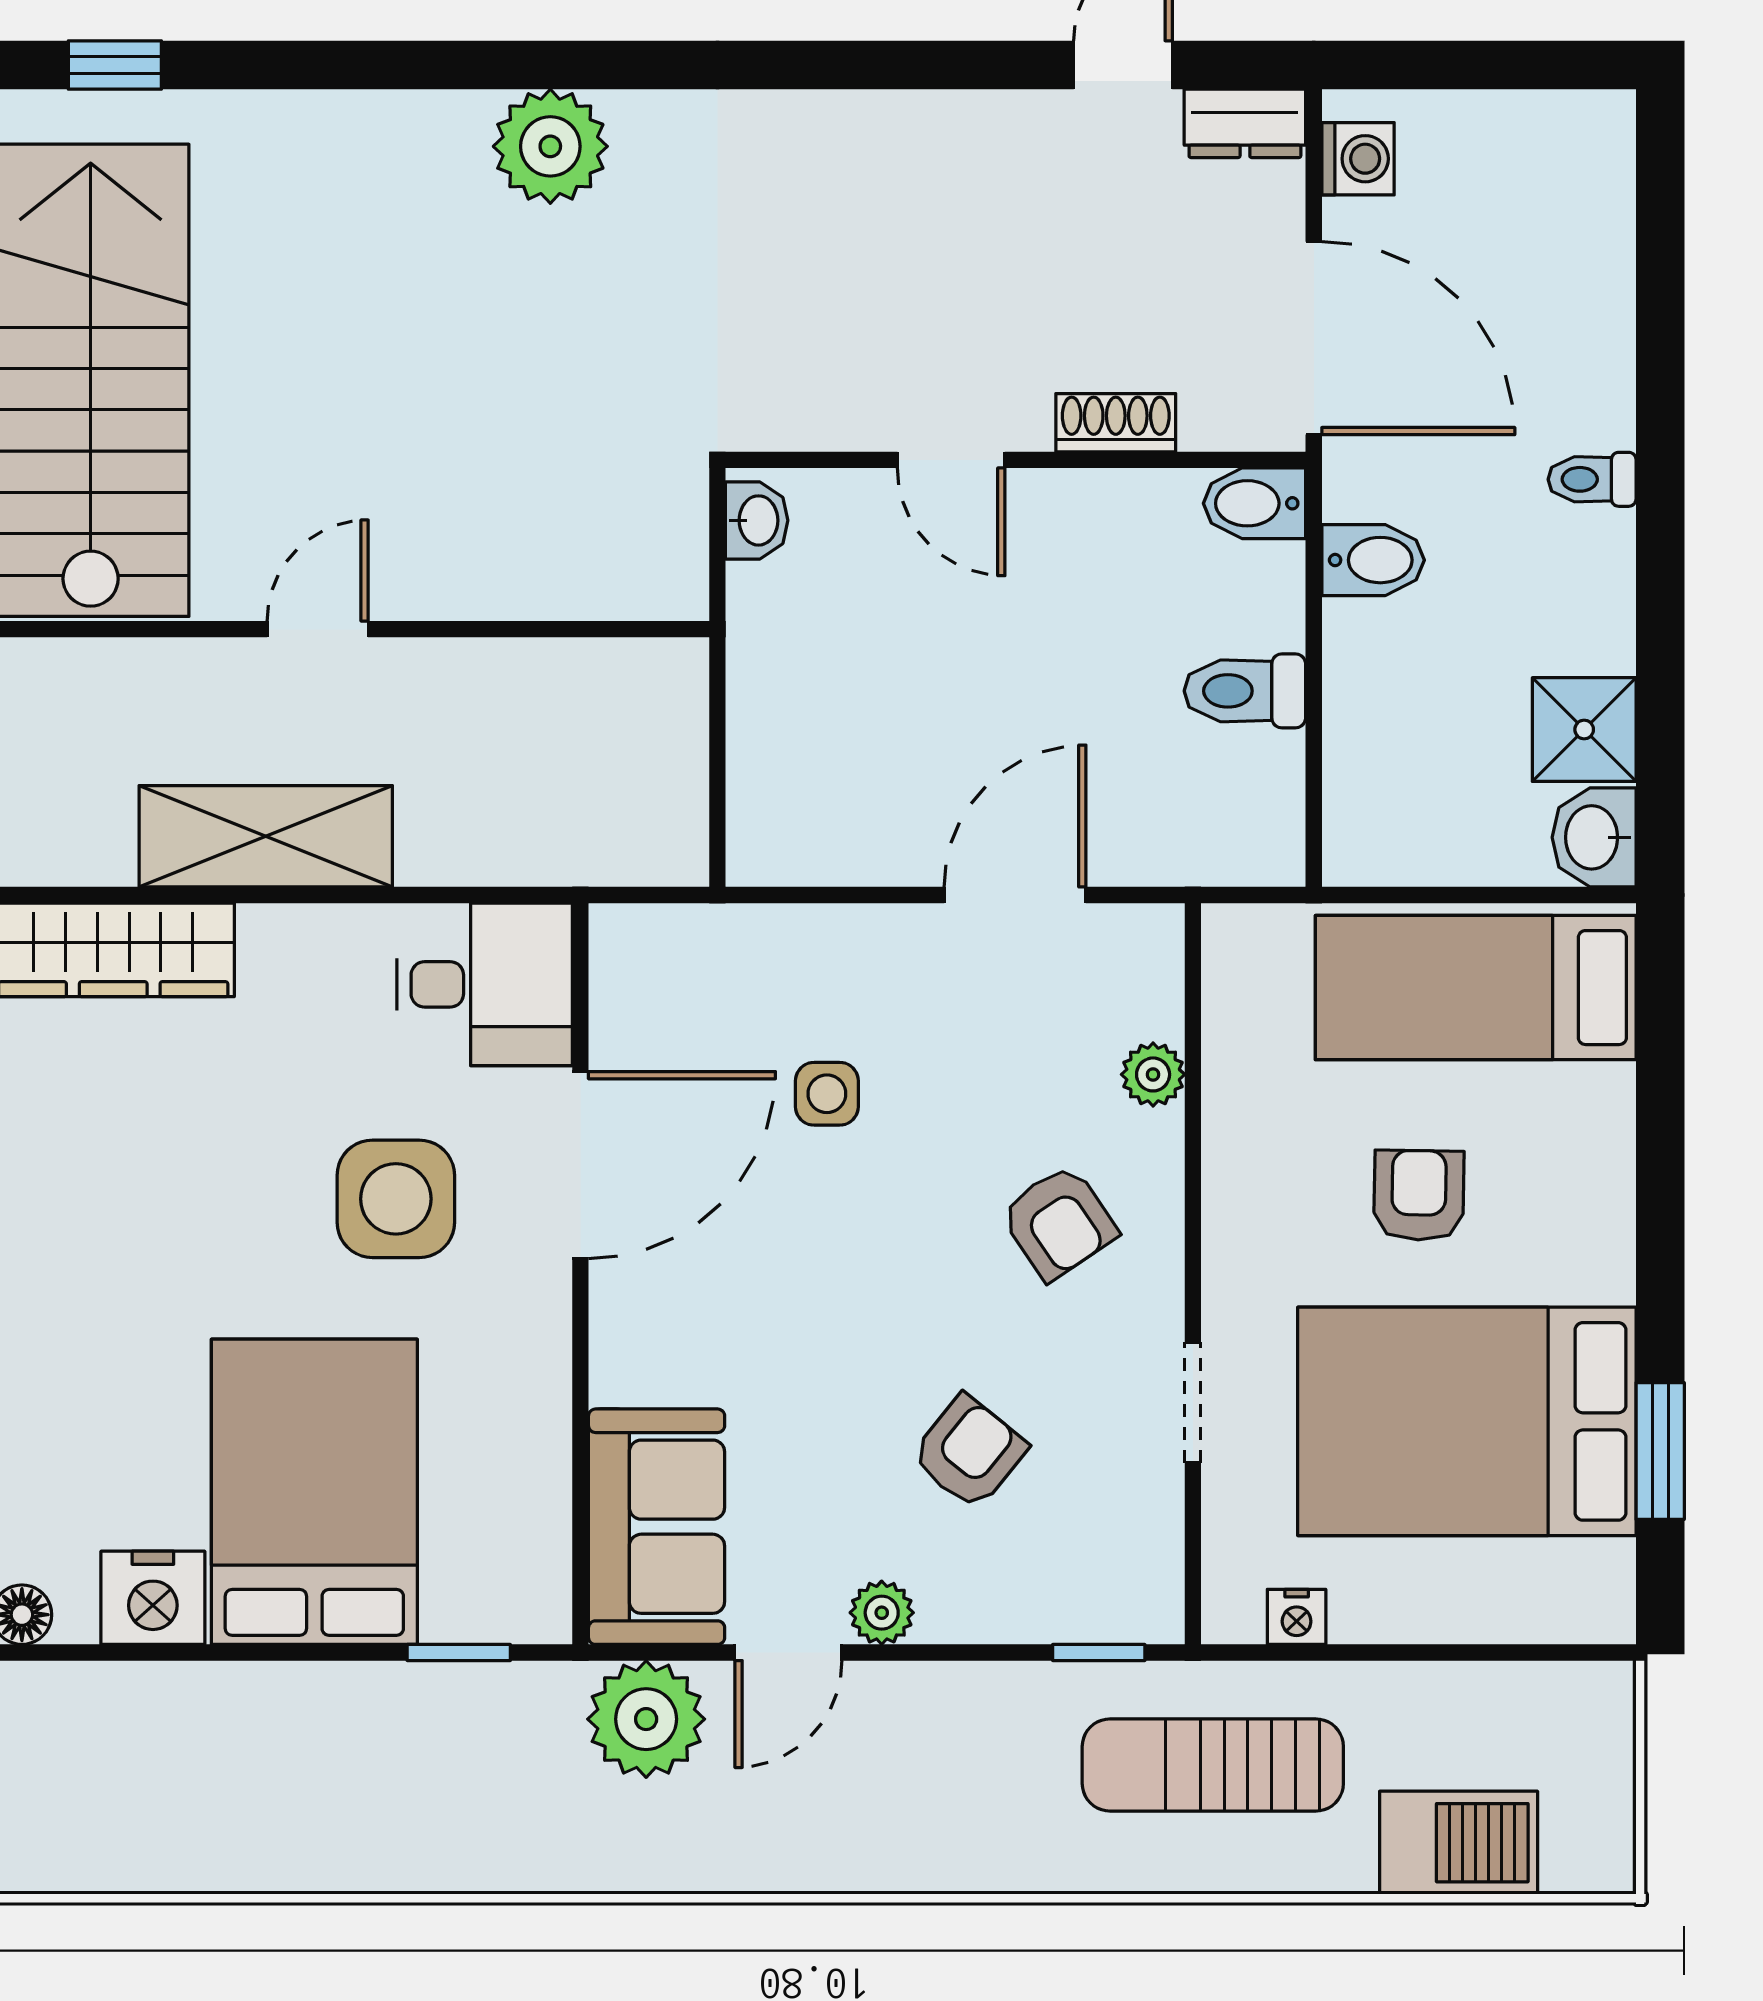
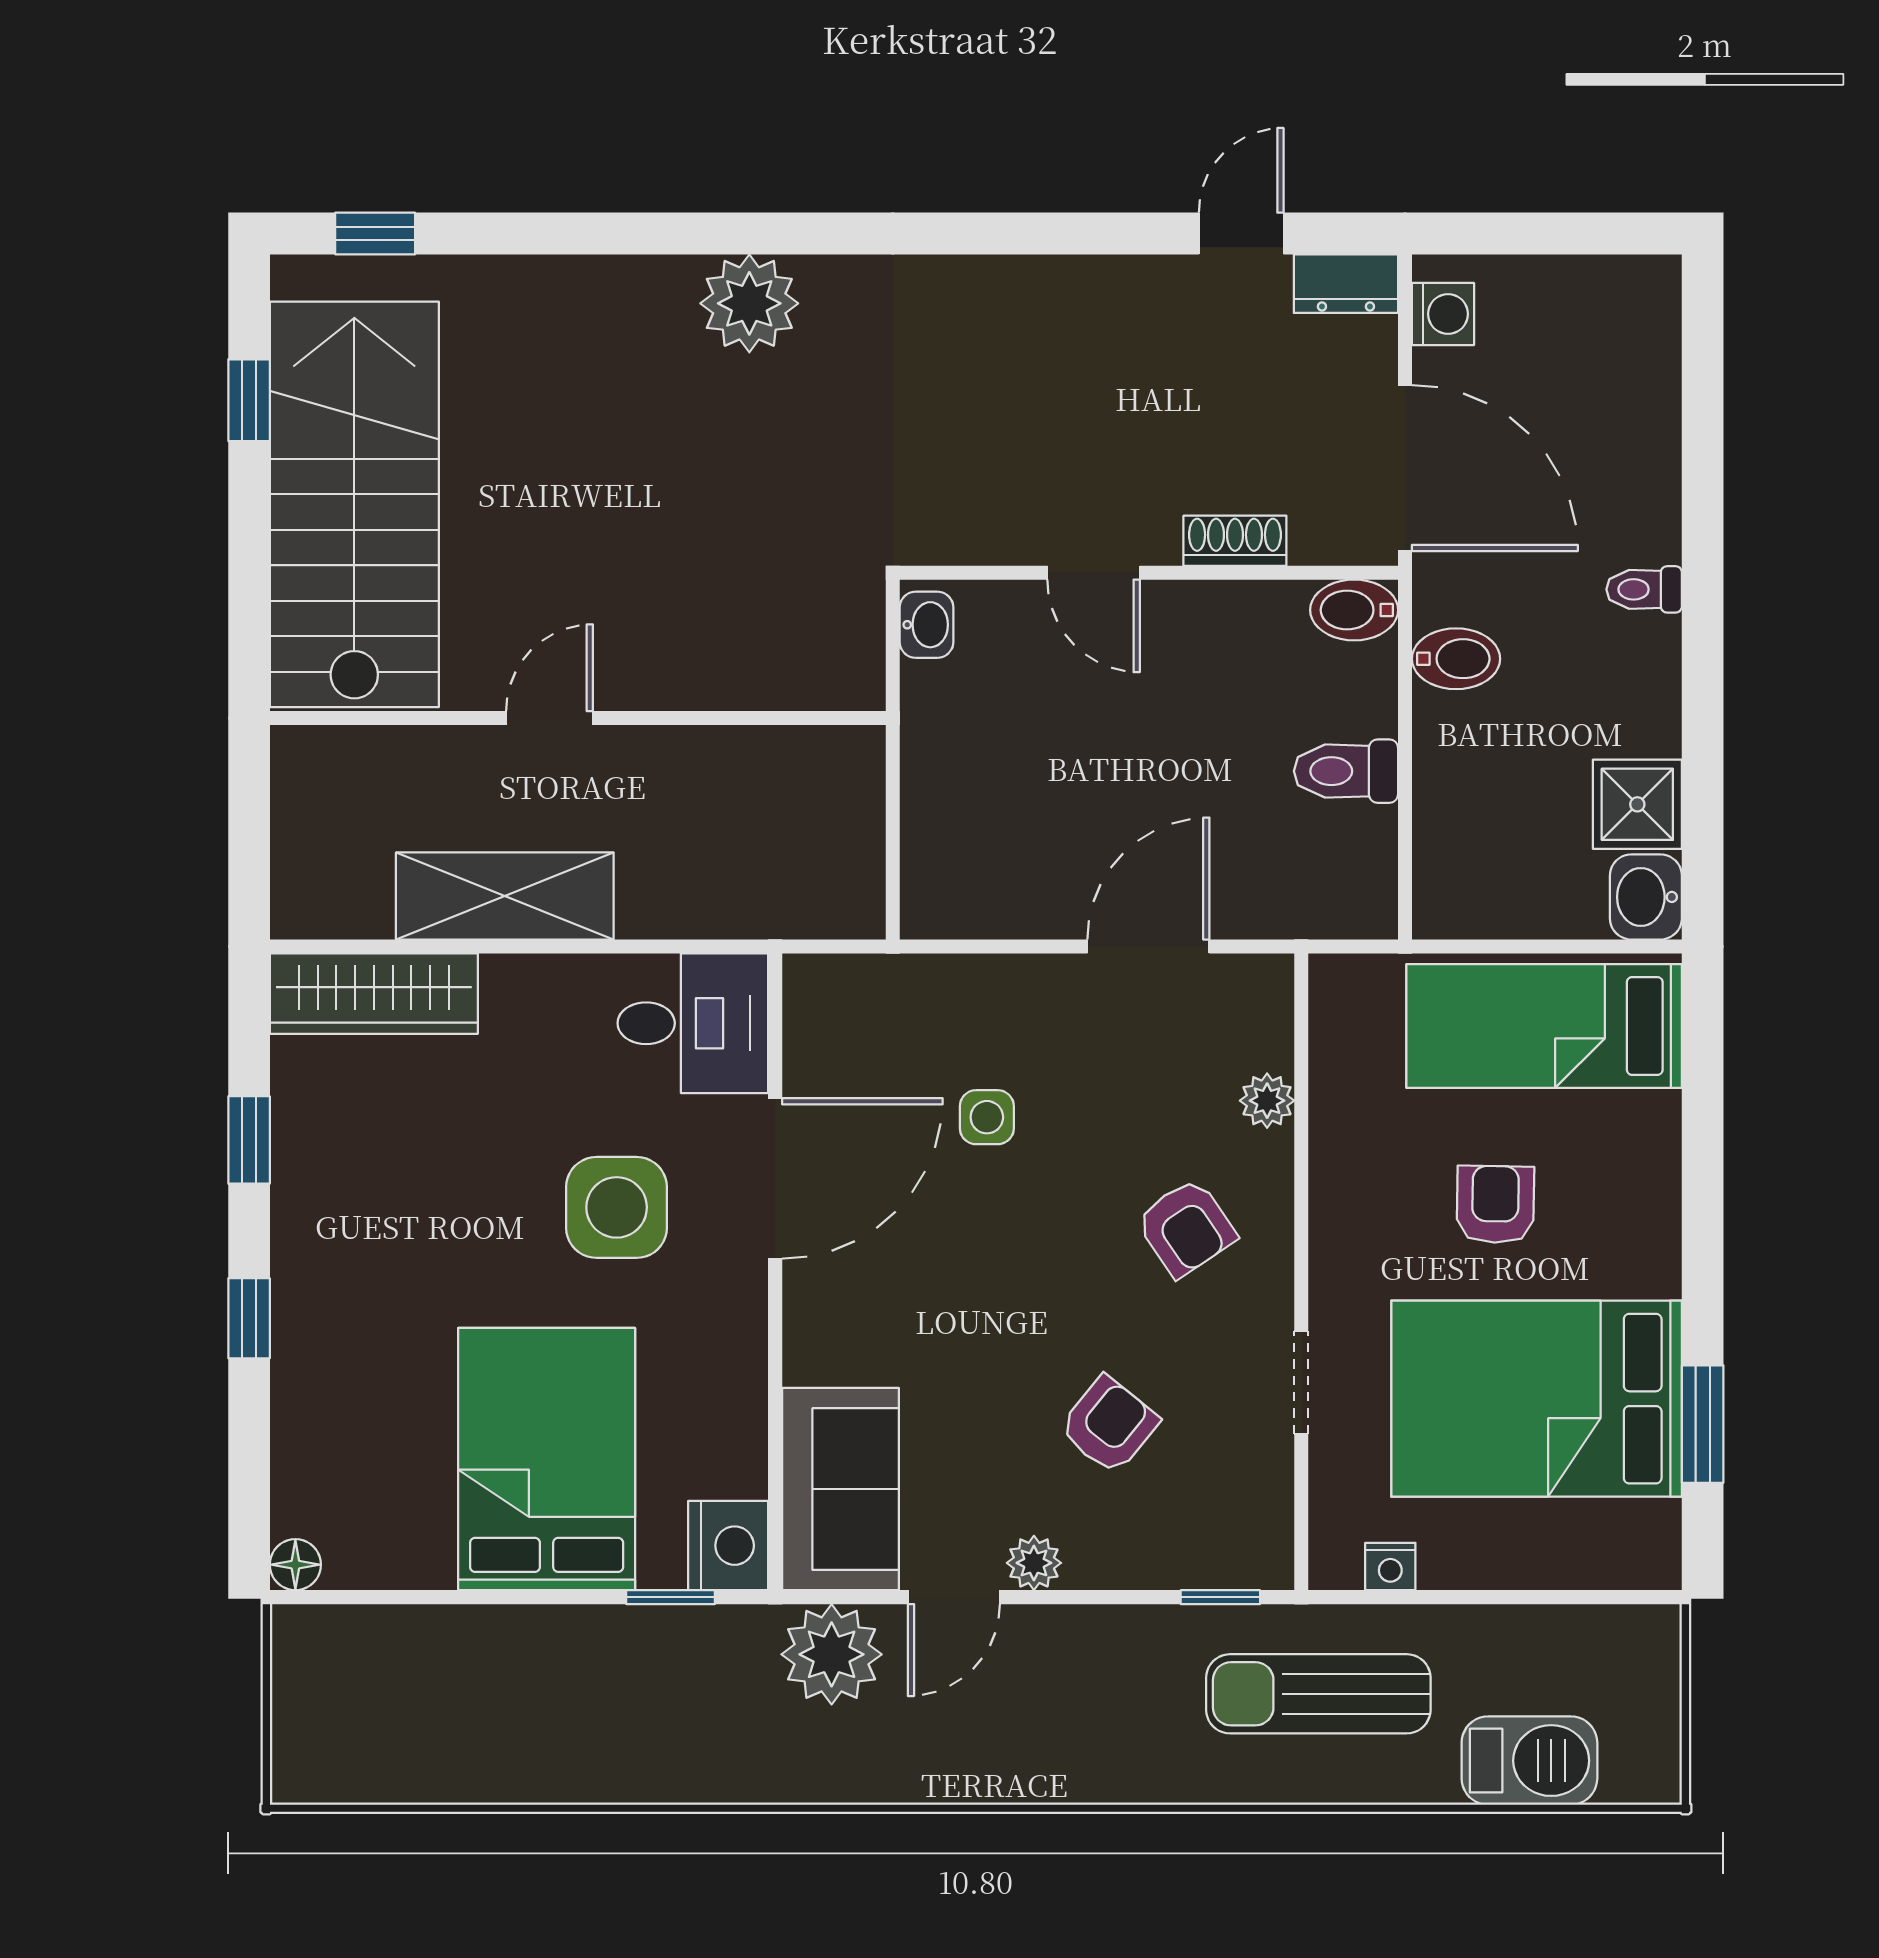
nightstand: (153, 1598) -> (728, 1546), moved, turned -90

